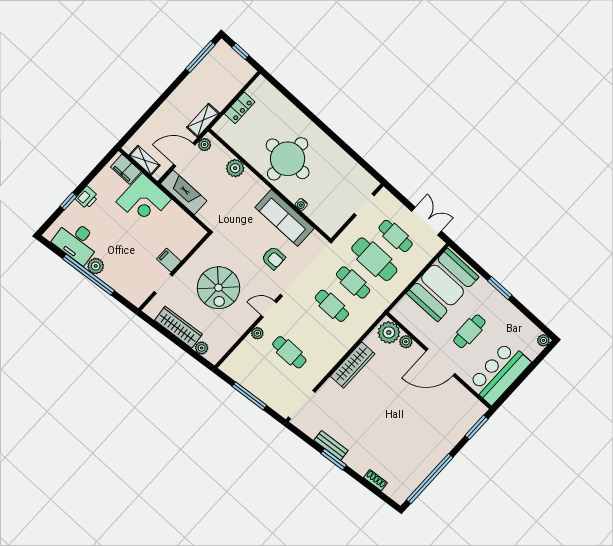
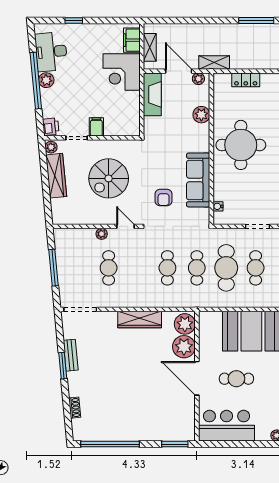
printer: (87, 198) -> (51, 127), moved, turned -95
water cooler: (301, 204) -> (218, 206), moved
plant: (406, 342) -> (184, 347), width x1.88, depth x1.88
plant: (202, 348) -> (51, 147), moved

